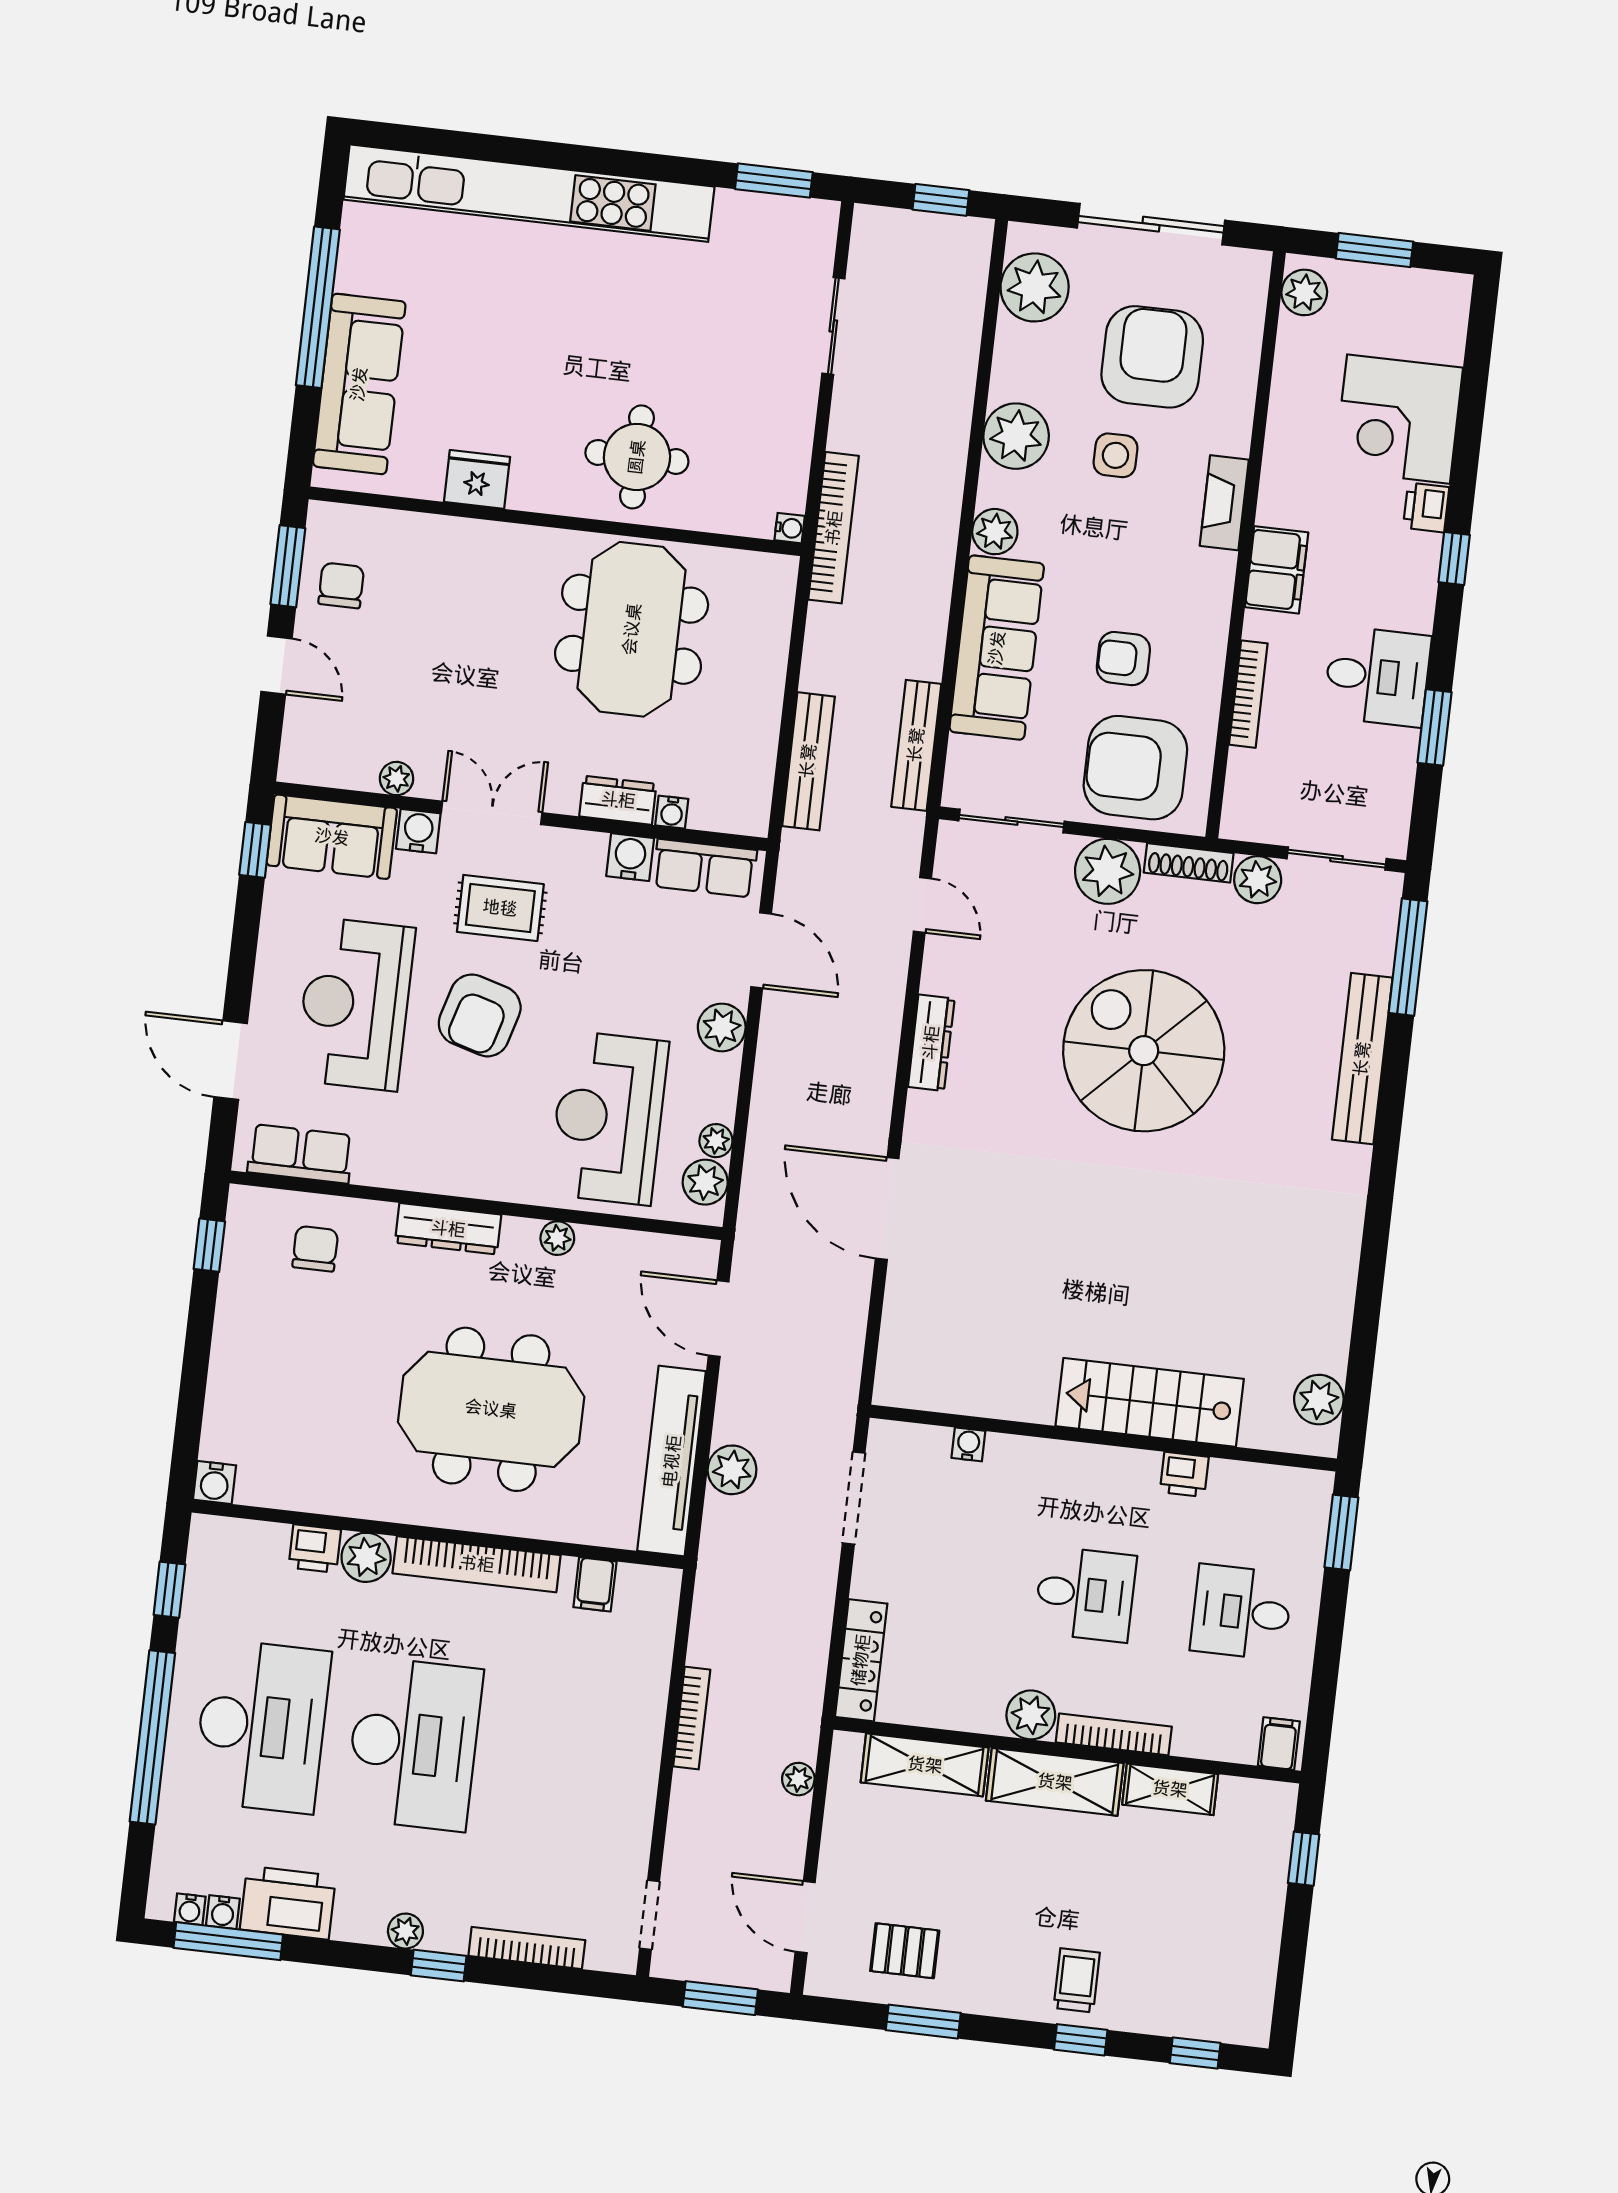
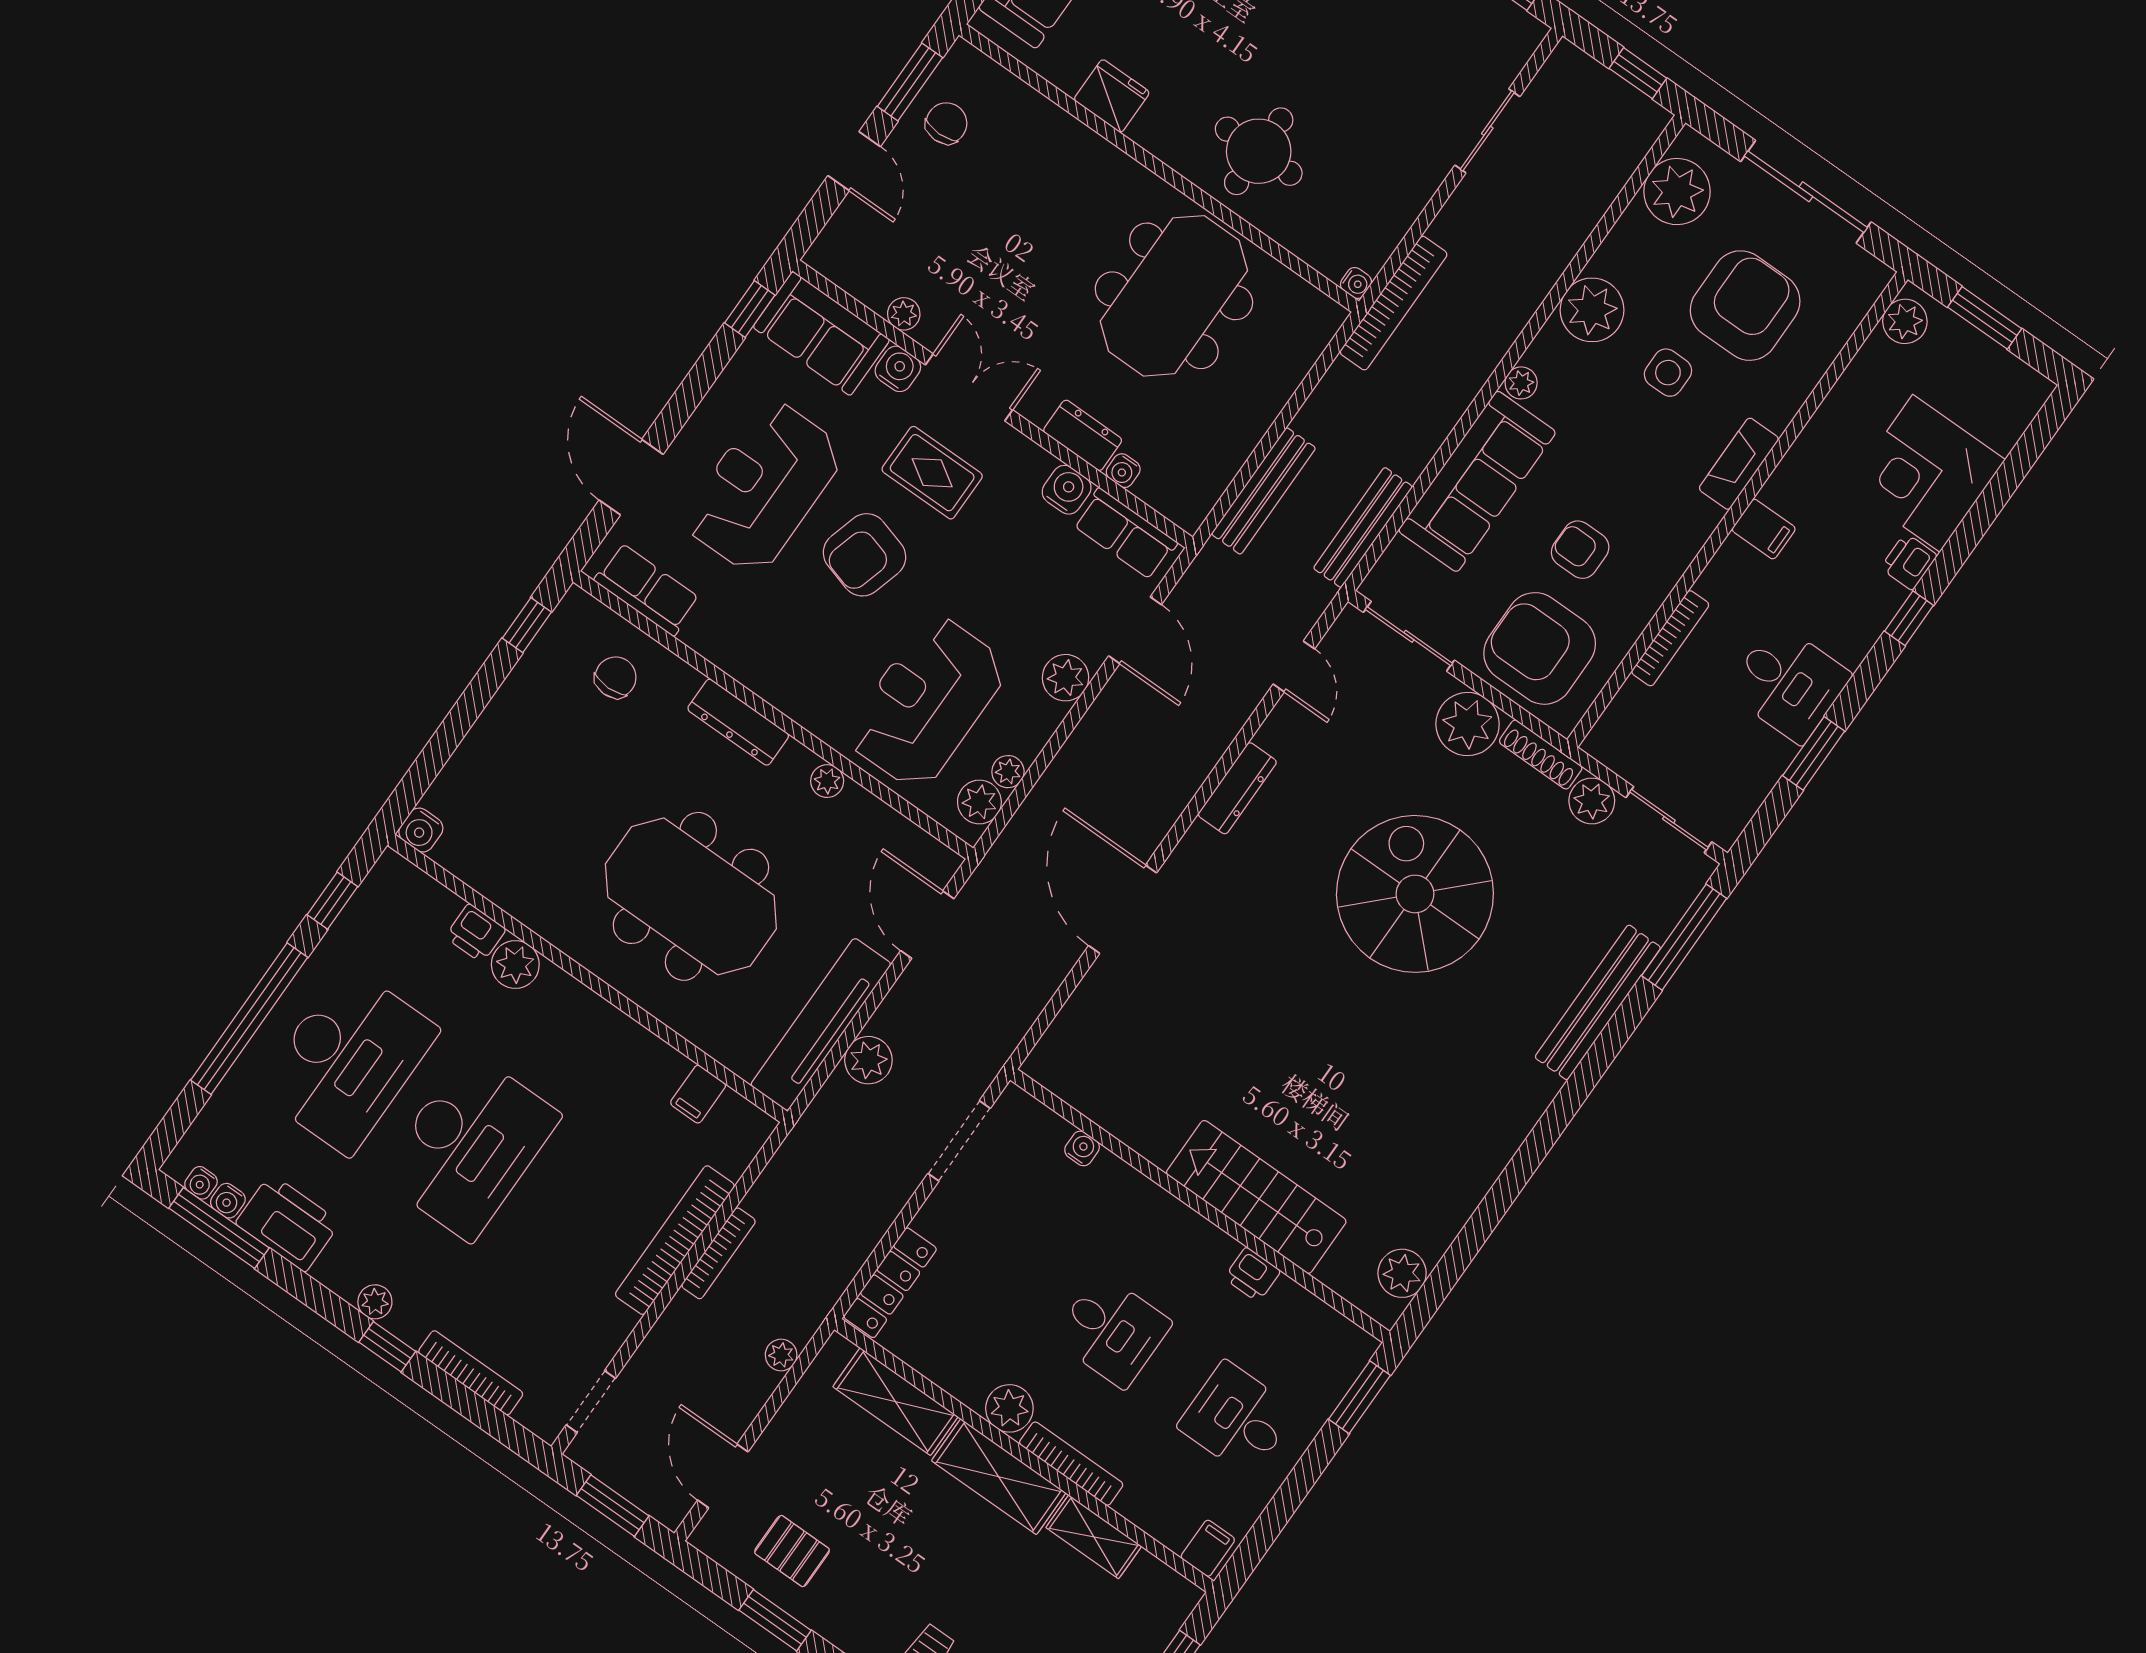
plant: (995, 532) -> (1521, 383), width x0.73, depth x0.73
filing cabinet: (1277, 570) -> (1764, 529), width x0.50
bookcase: (477, 1564) -> (675, 1240), moved, turned 90

